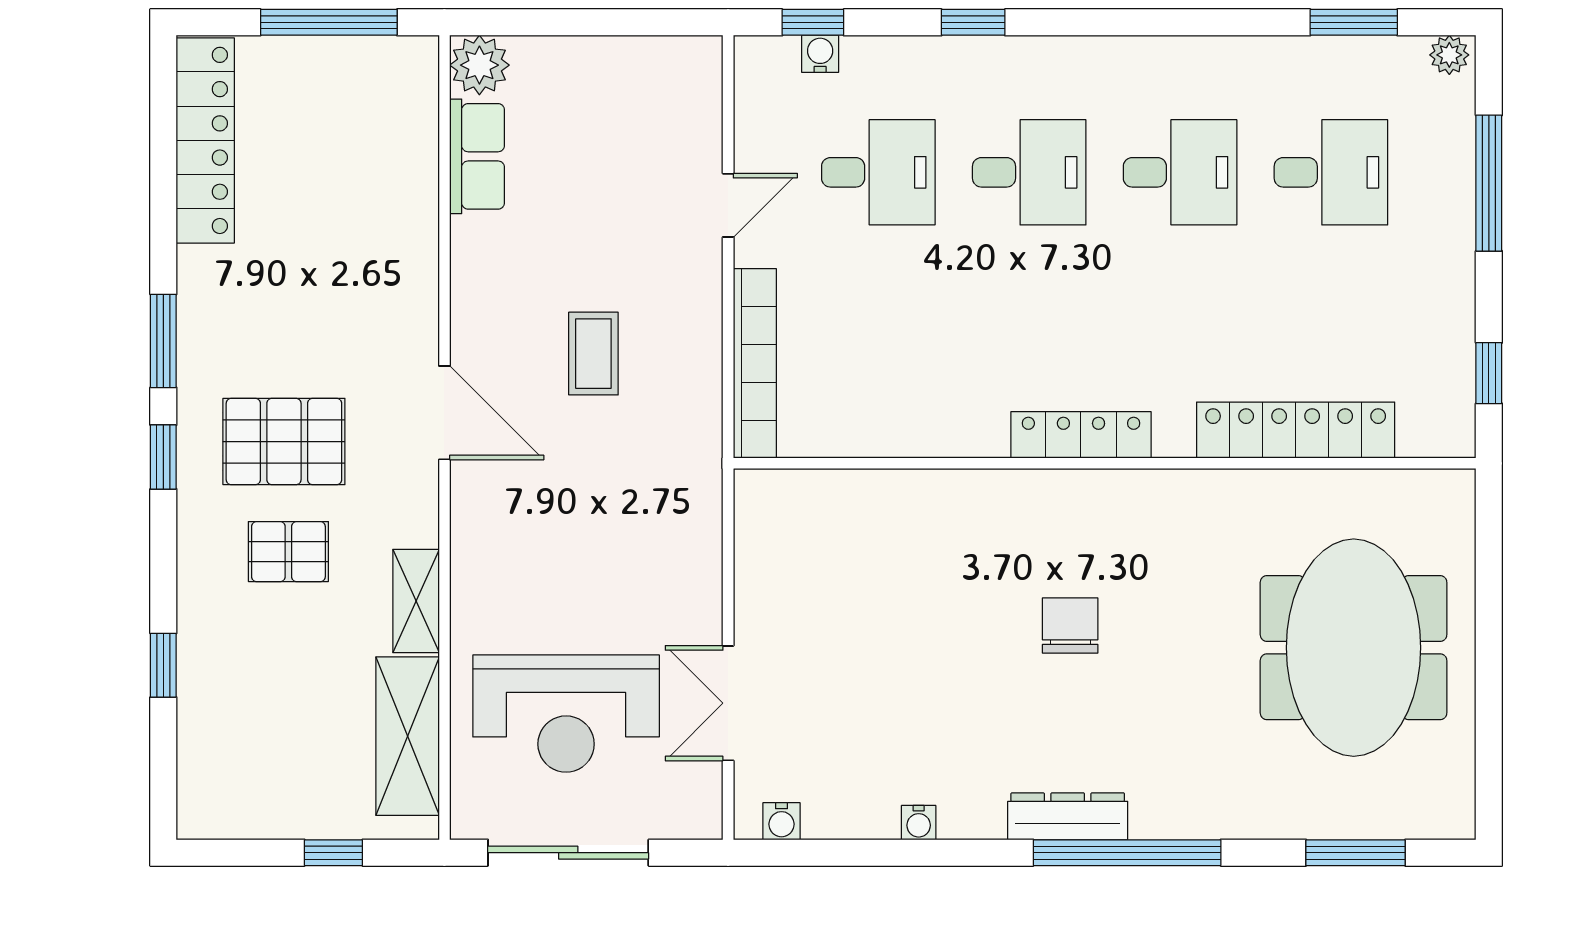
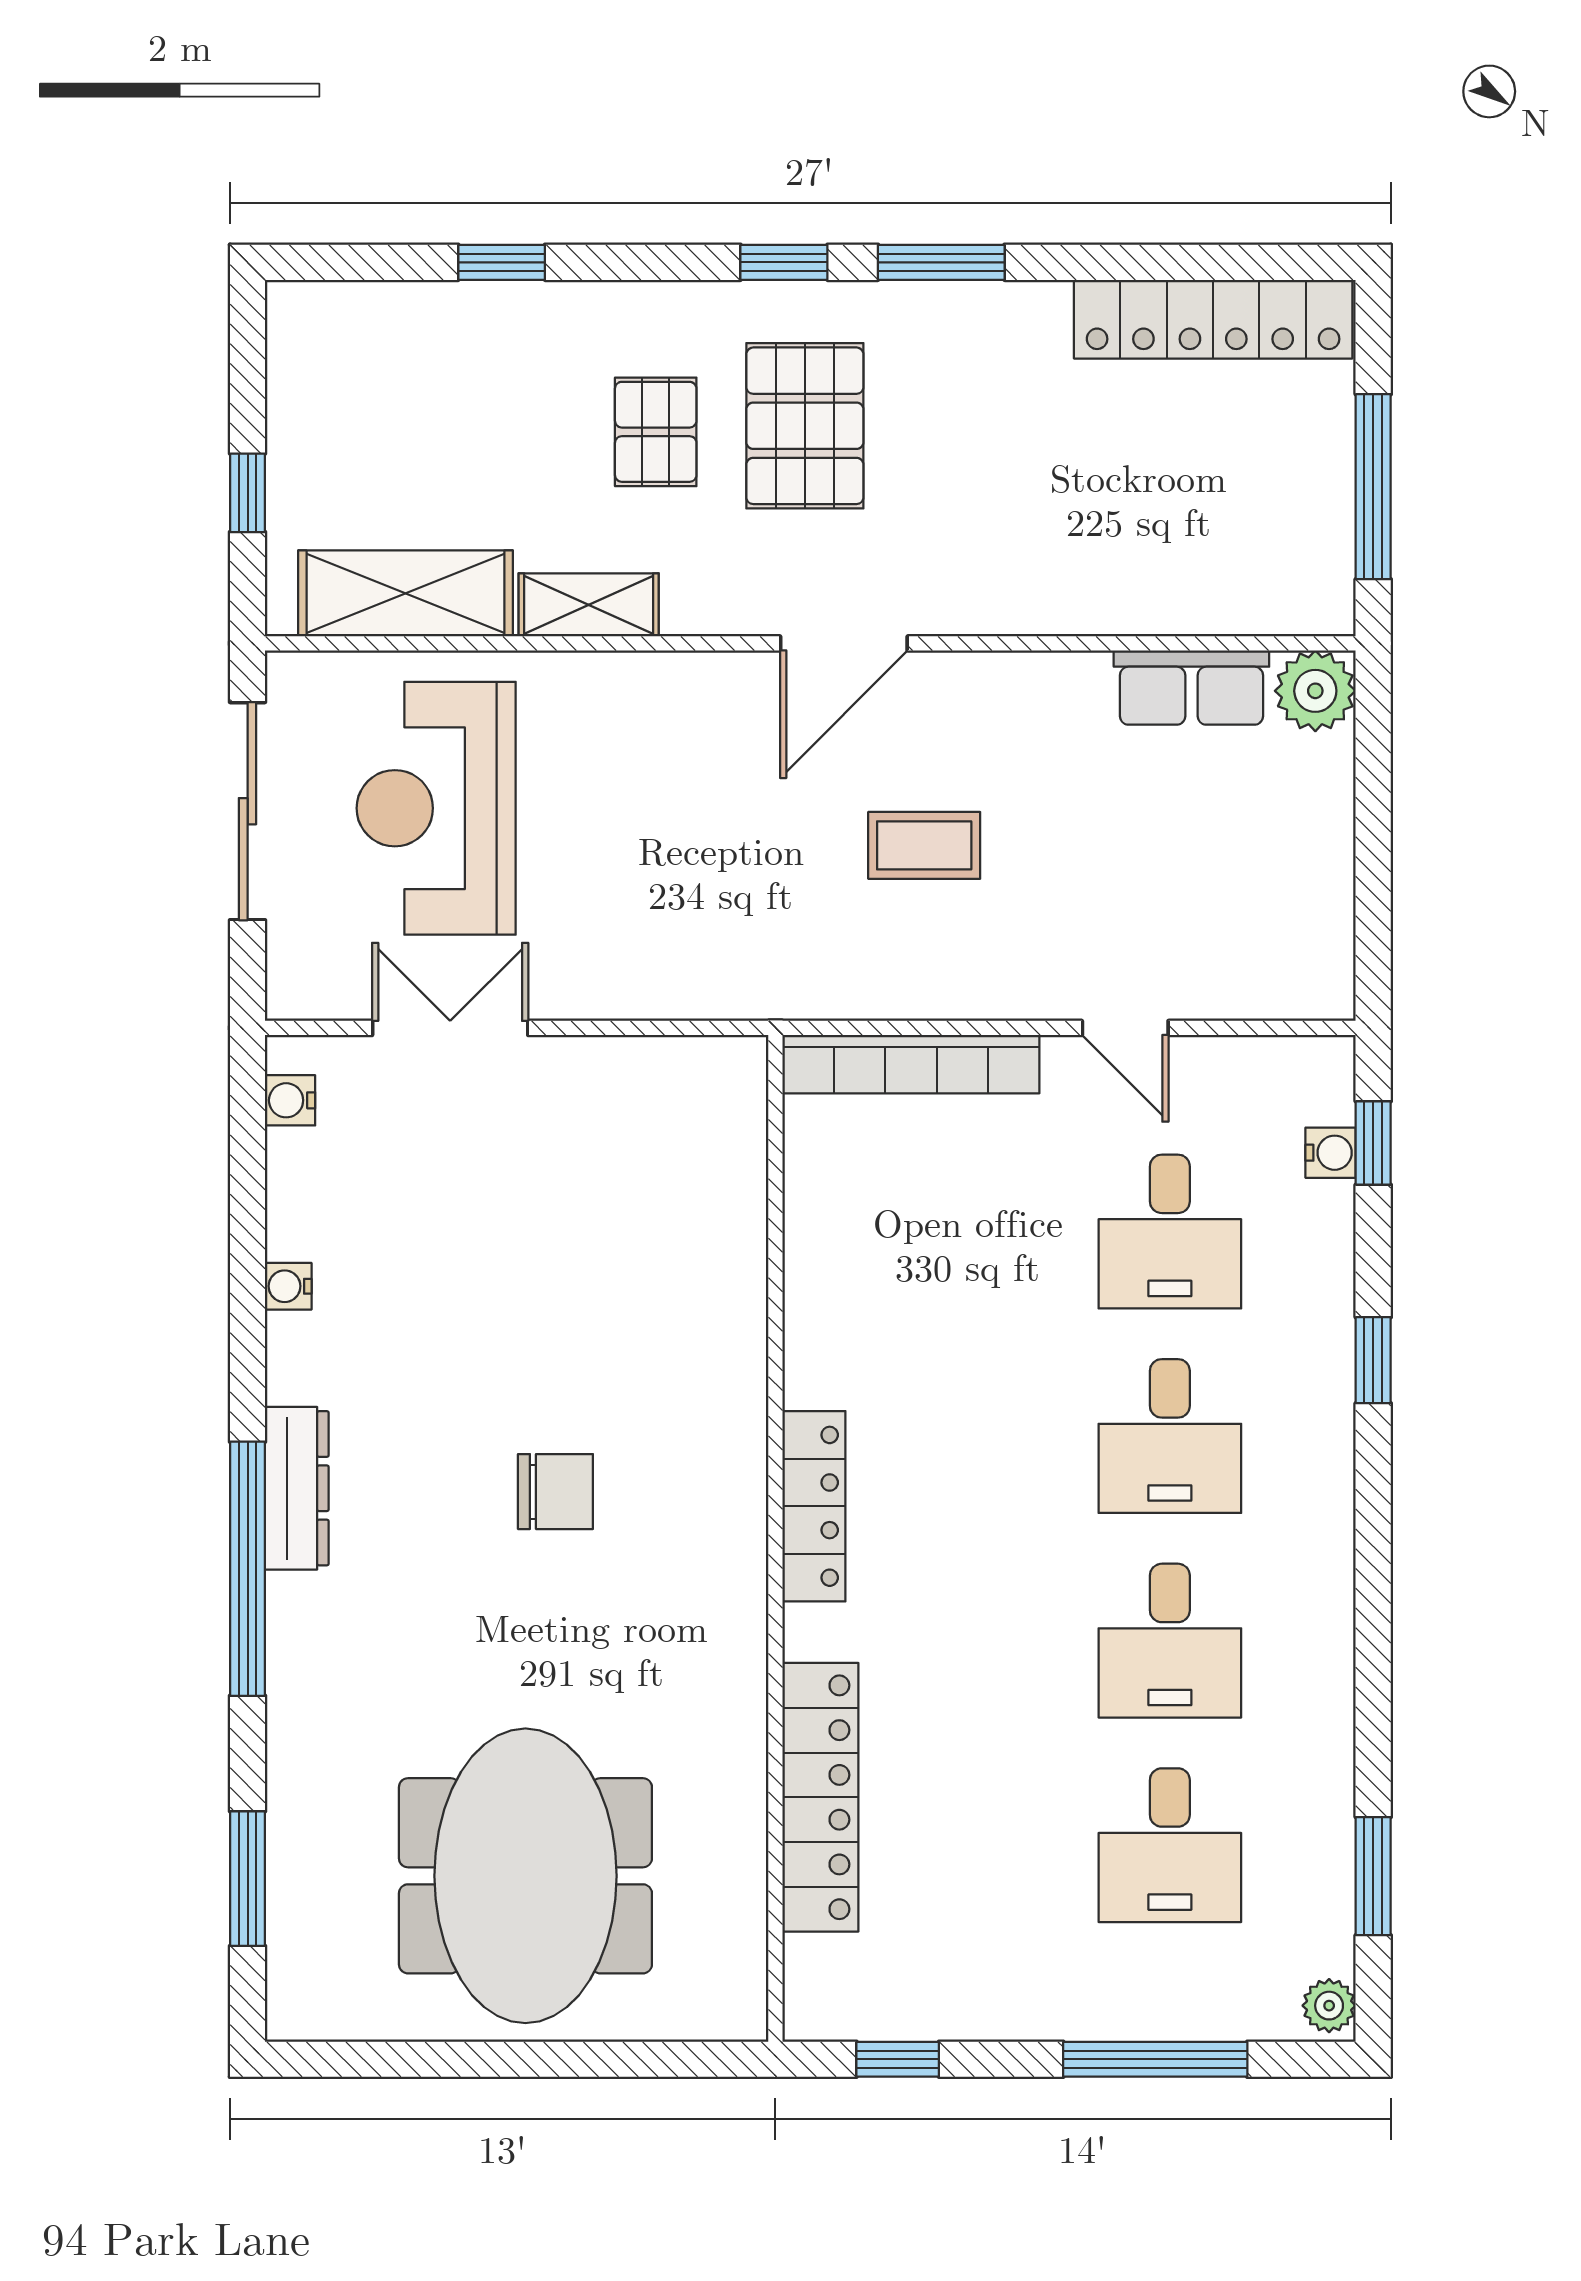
meeting table: (1354, 648) -> (525, 1876), turned 90

